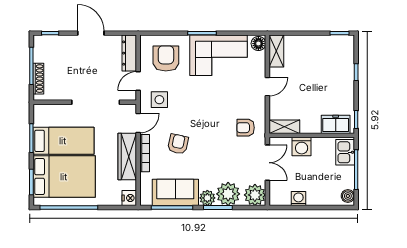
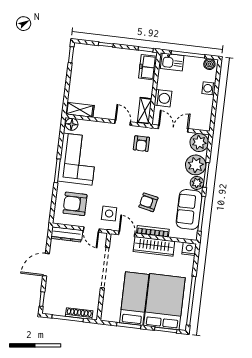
door: (267, 87) -> (123, 123), moved
washing machine: (298, 199) -> (209, 88), moved

